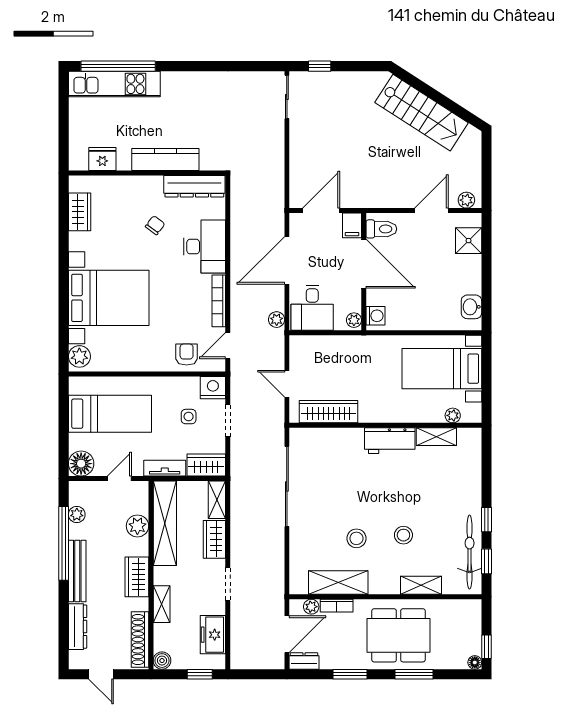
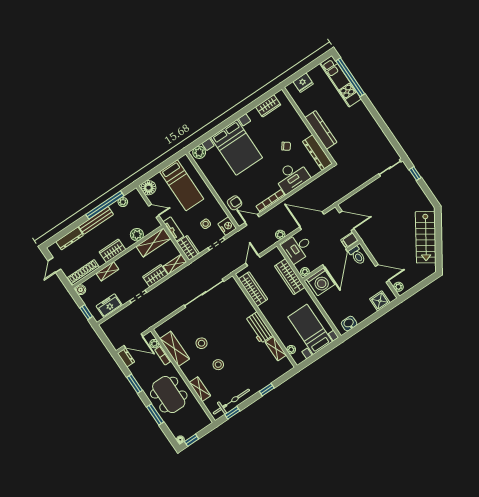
fridge: (102, 159) -> (303, 83), moved, turned 90
washing machine: (375, 316) -> (321, 282), width x1.89, depth x1.89
wardrobe: (346, 347) -> (290, 277), added
window: (486, 520) -> (267, 390), moved
shelving: (165, 523) -> (153, 243), width x0.68

